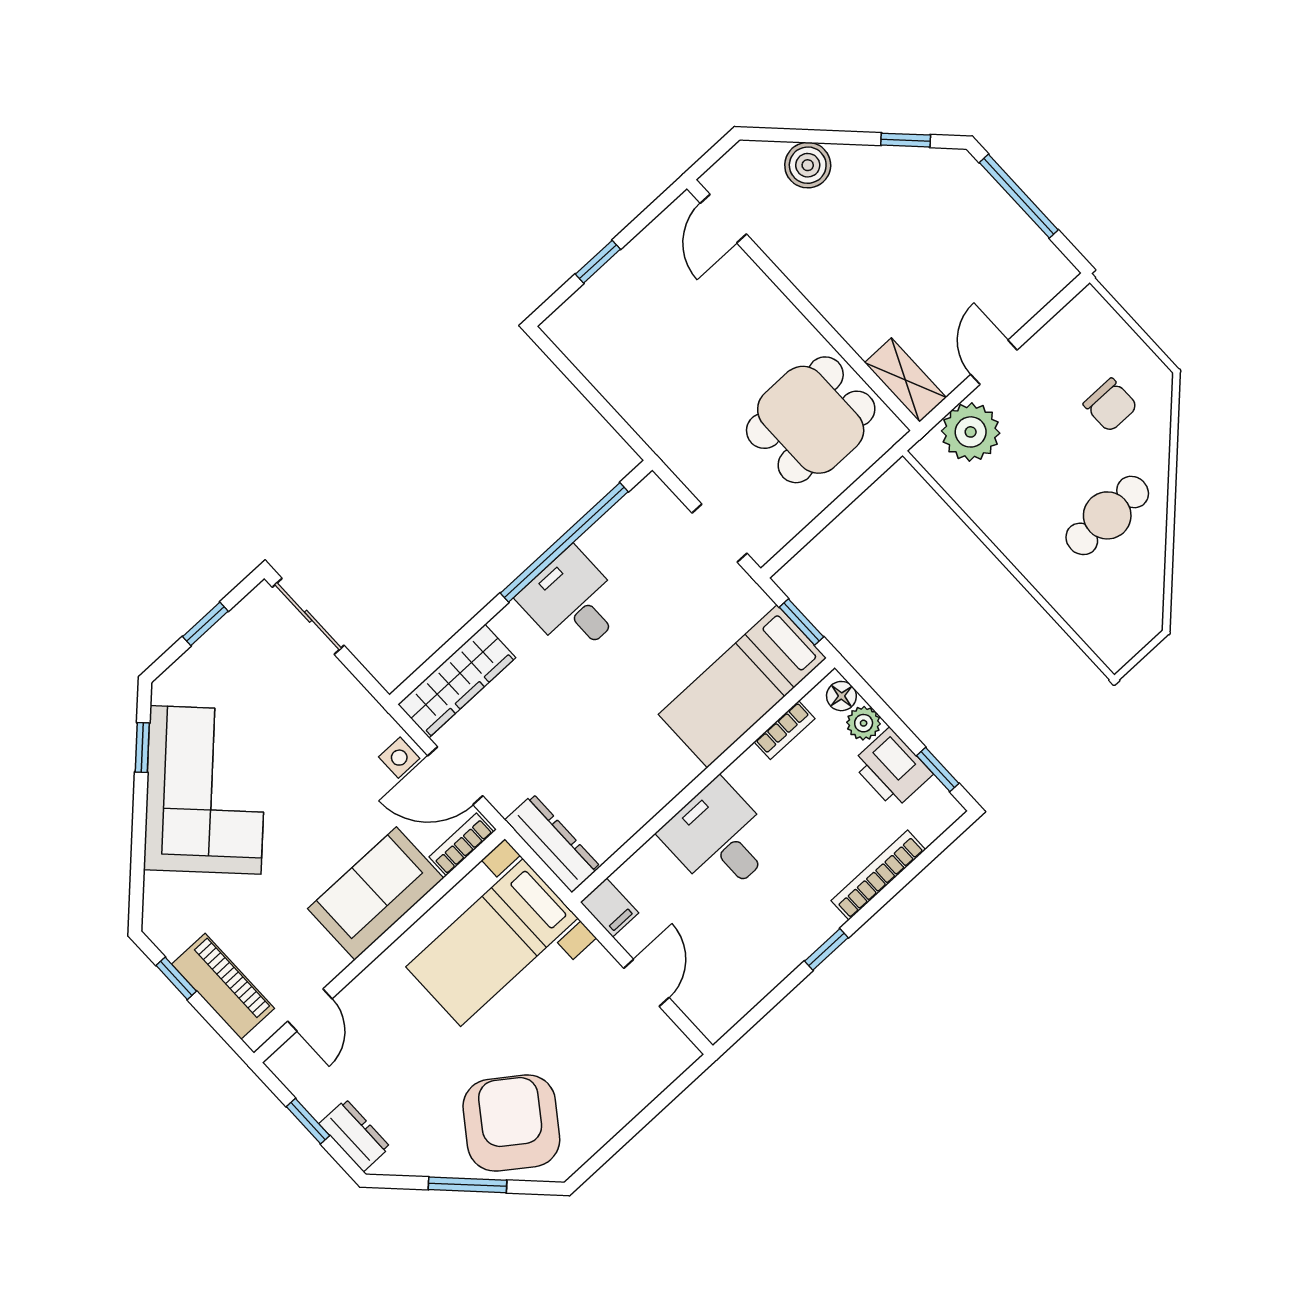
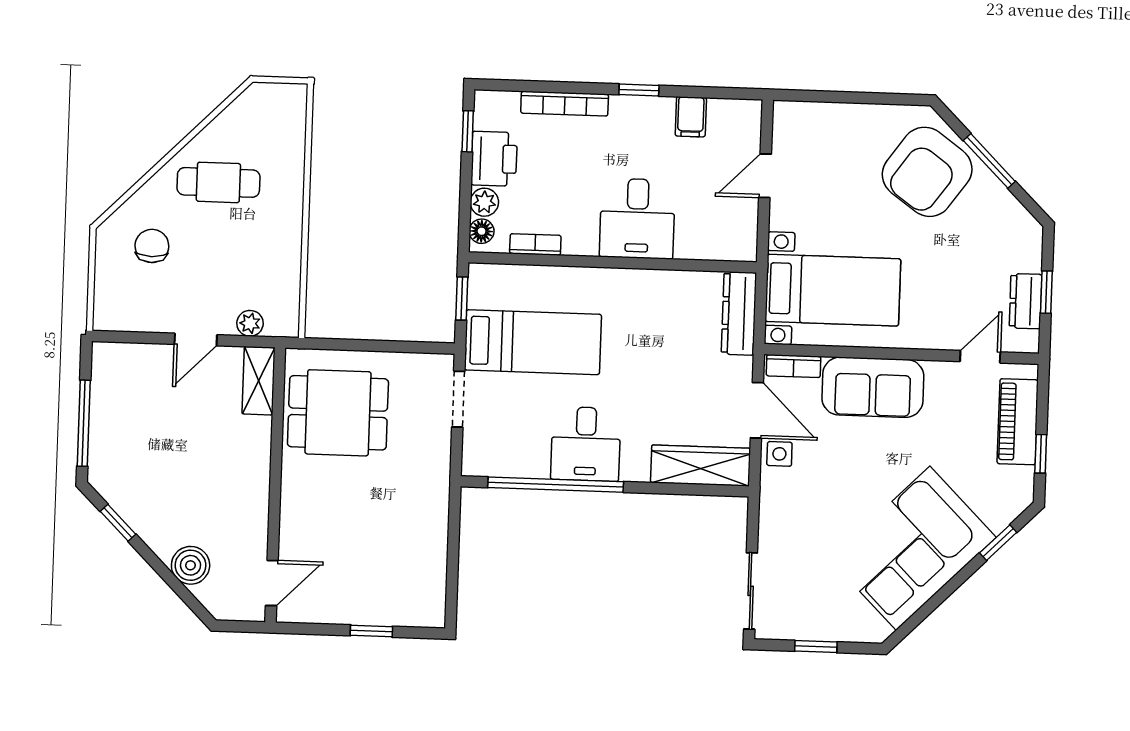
plant: (971, 432) -> (250, 323), width x0.53, depth x0.53
bed: (742, 686) -> (533, 342), moved
window: (142, 747) -> (998, 543), moved
filing cabinet: (610, 908) -> (691, 117), moved, turned 180
dresser: (355, 1135) -> (1026, 301), moved

